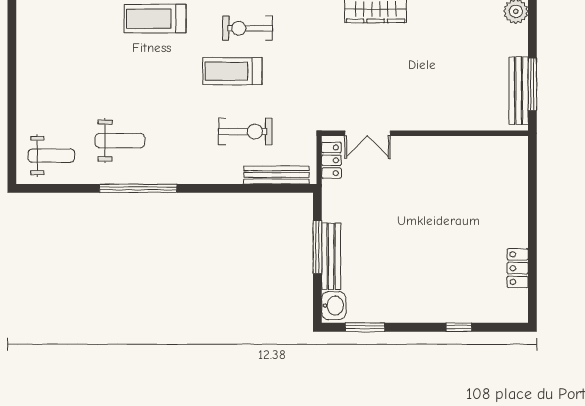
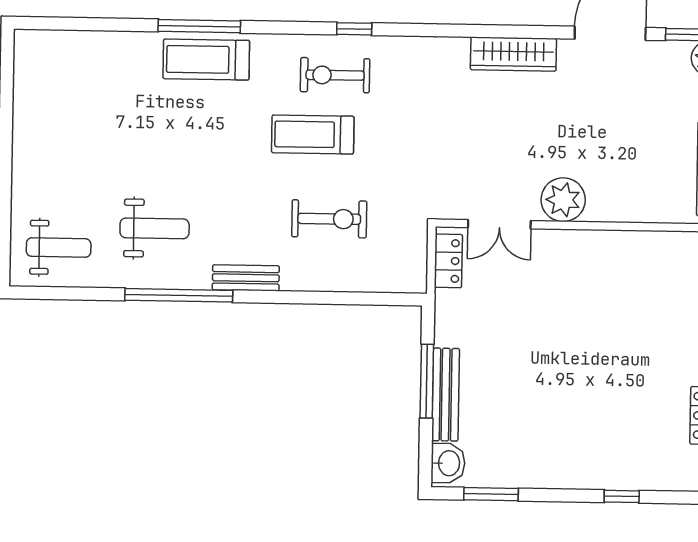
plant: (413, 115) -> (563, 200), added
bench: (276, 175) -> (246, 278), moved, width x0.73

